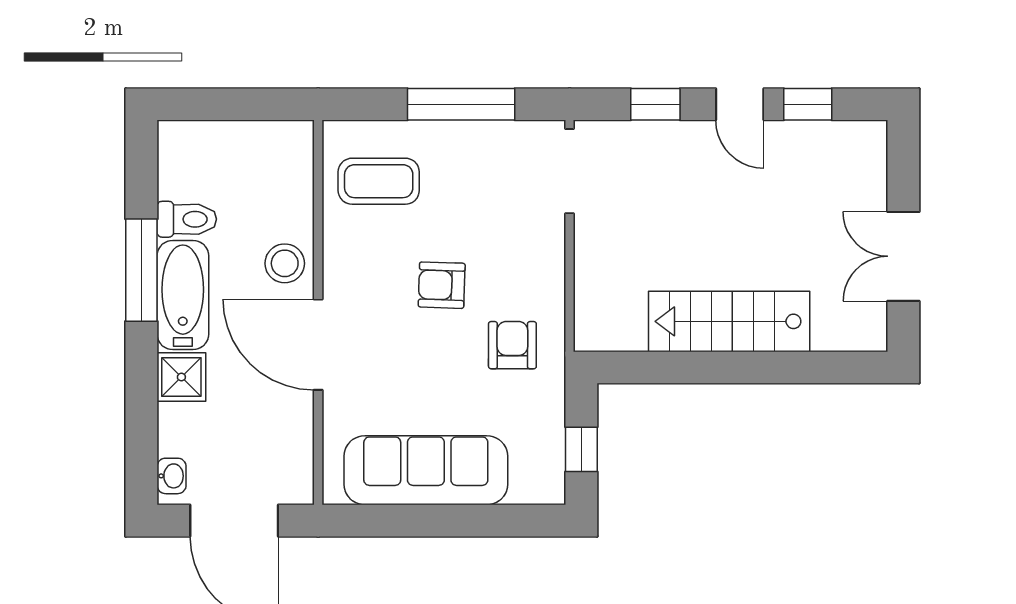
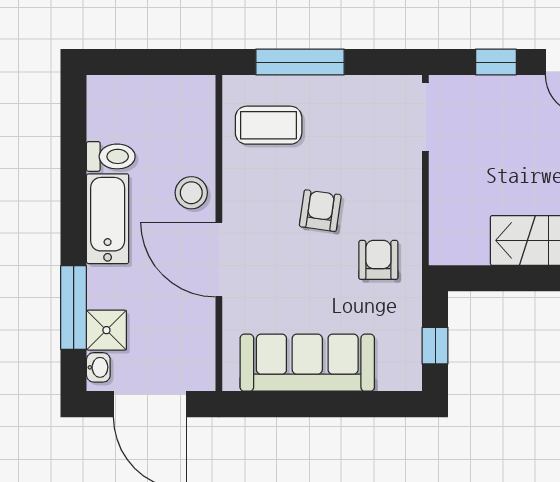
window: (461, 104) -> (300, 62), moved
window: (141, 270) -> (74, 308), moved
armchair: (442, 285) -> (320, 211), turned 96
shower: (181, 377) -> (106, 330), moved

